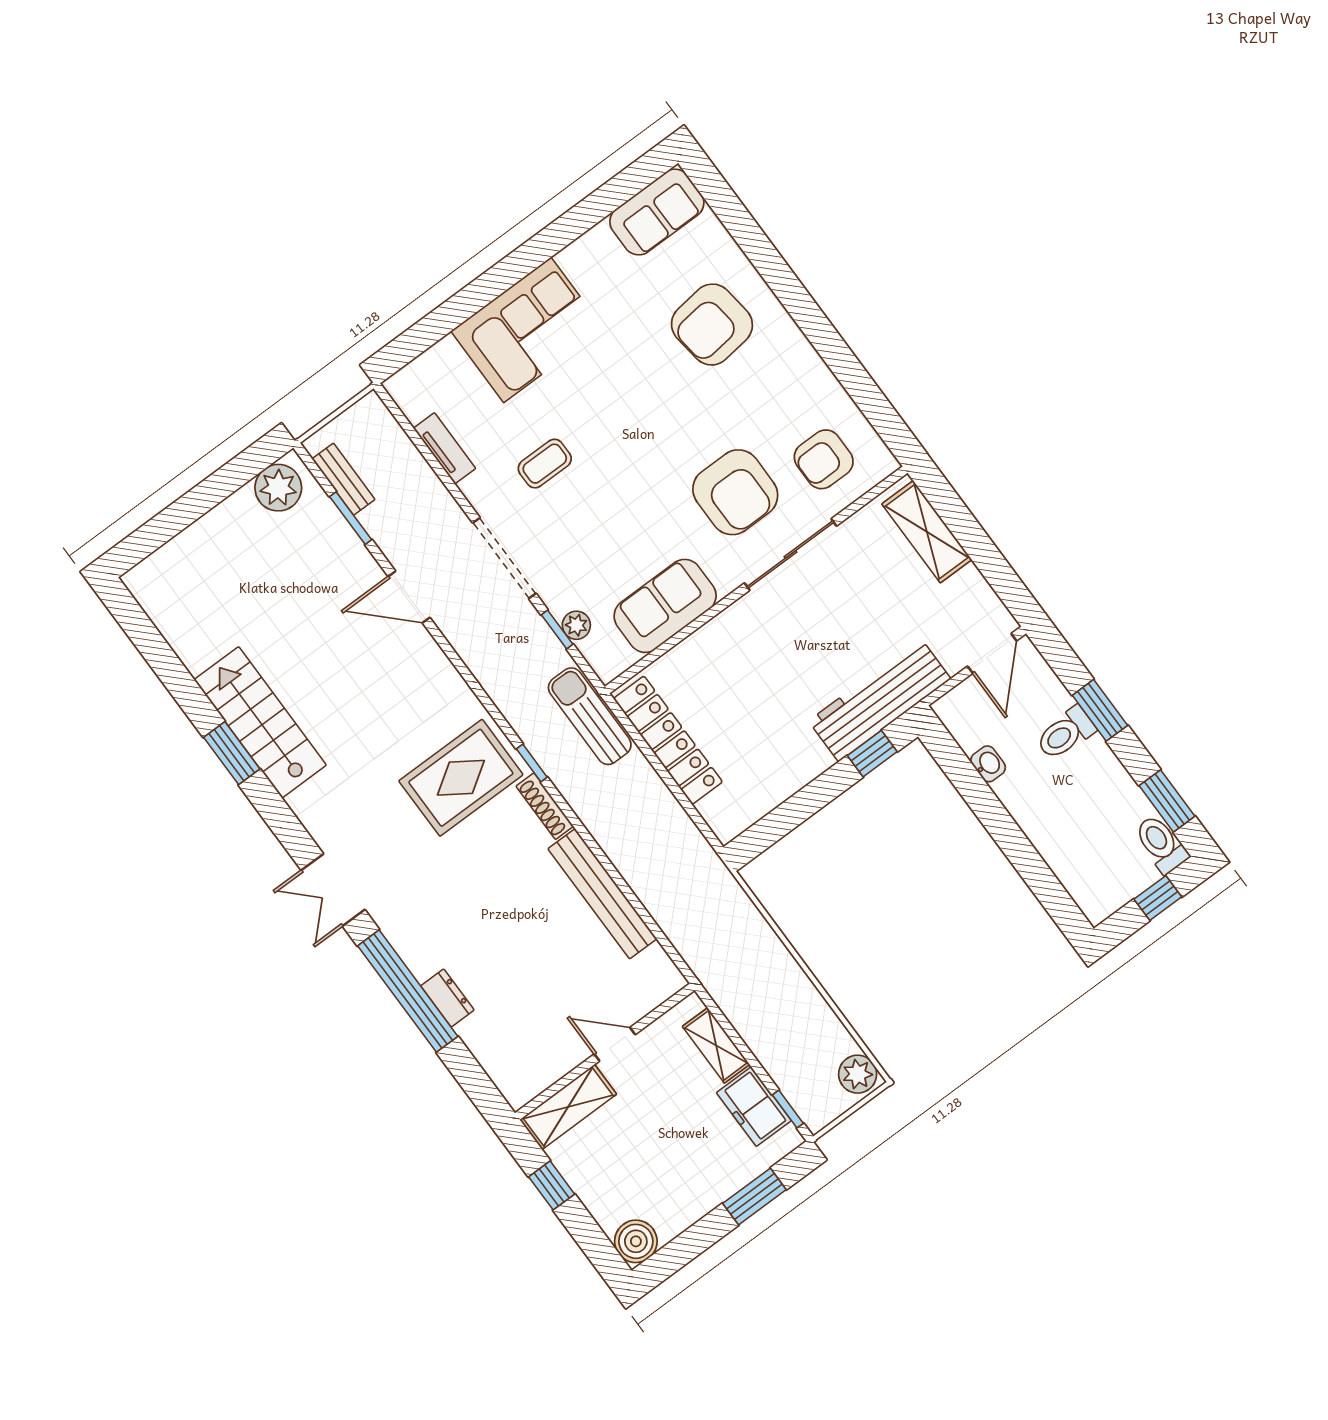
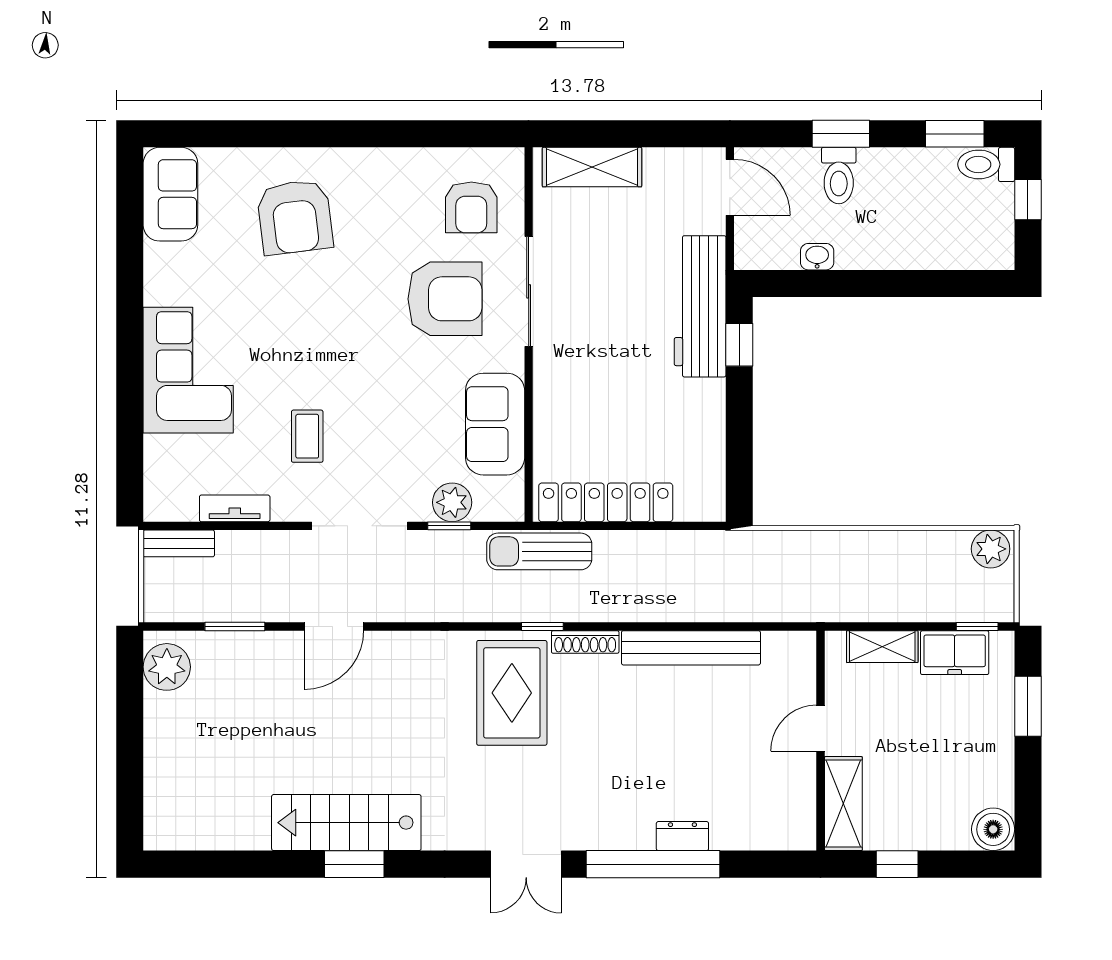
bench: (343, 479) -> (179, 543), moved
plant: (576, 625) -> (452, 502), width x1.38, depth x1.38

